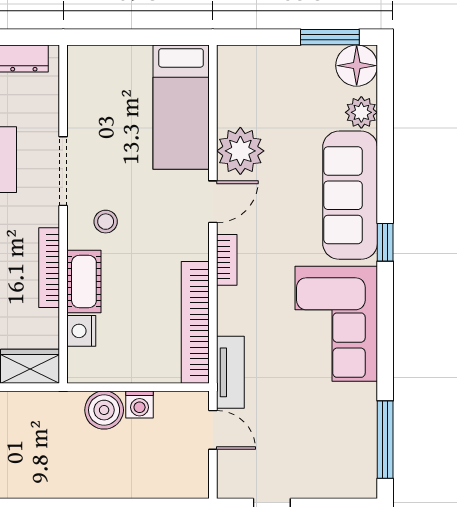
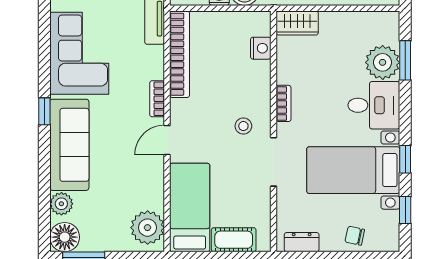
plant: (240, 151) -> (148, 228), moved
bookcase: (49, 268) -> (284, 103), width x0.64
cot: (84, 282) -> (234, 240), moved, turned 90

